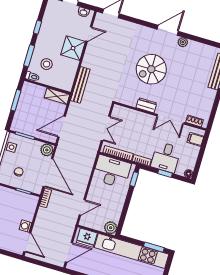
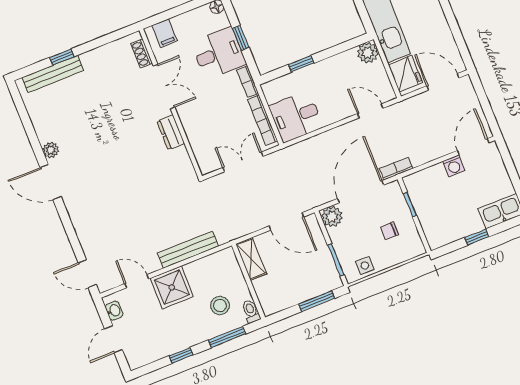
spiral stairs: (151, 69) -> (119, 163), removed
bench: (80, 85) -> (188, 250), moved
window: (16, 100) -> (317, 301), moved
desk: (112, 171) -> (296, 116), width x0.73
window: (134, 179) -> (301, 64), moved

